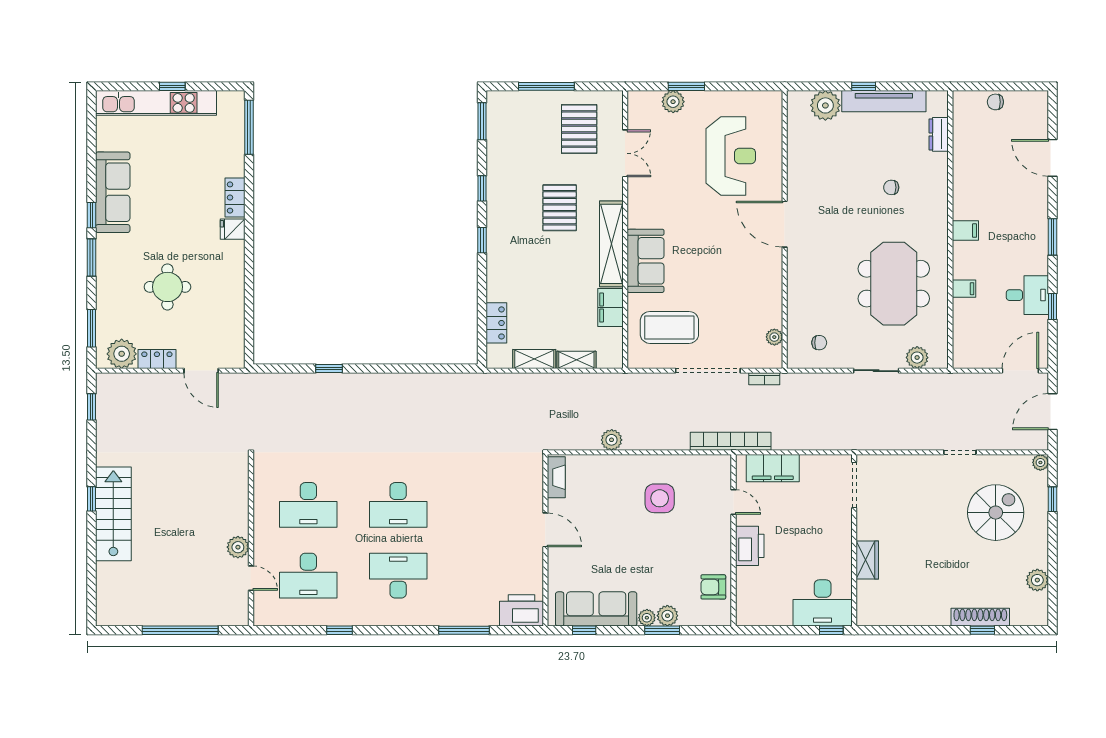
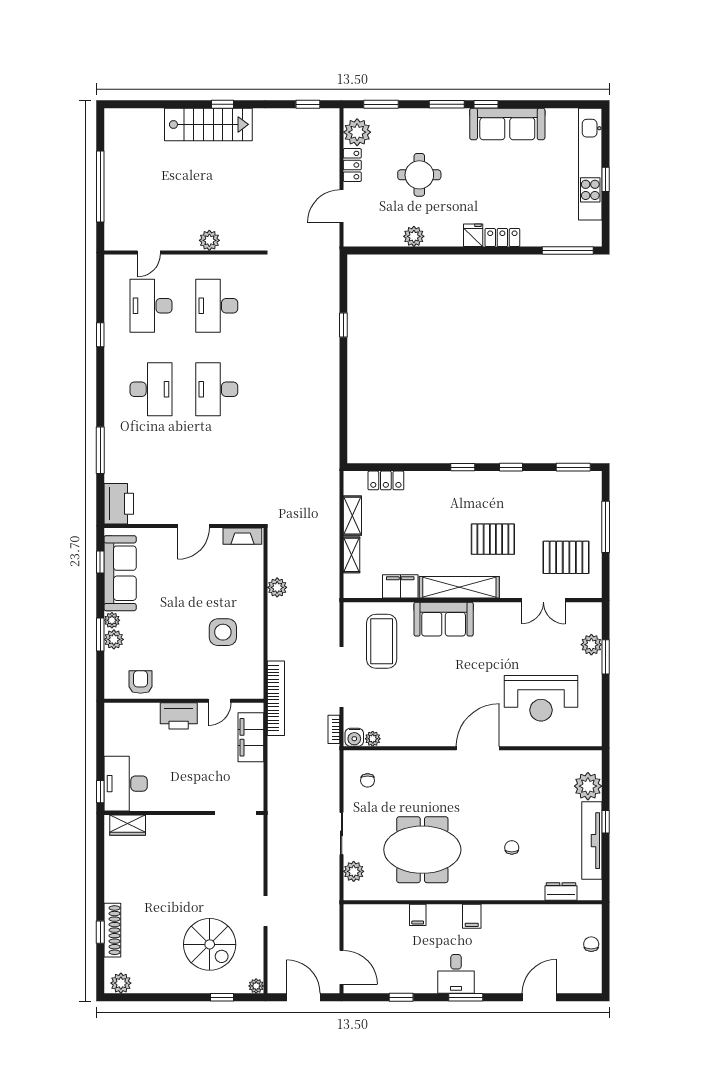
plant: (234, 293) -> (414, 236), added
desk: (1027, 295) -> (456, 974), moved
water cooler: (773, 357) -> (354, 737), added
plant: (238, 547) -> (209, 240), moved
wardrobe: (867, 560) -> (128, 825), moved
plant: (1037, 580) -> (121, 983), moved

